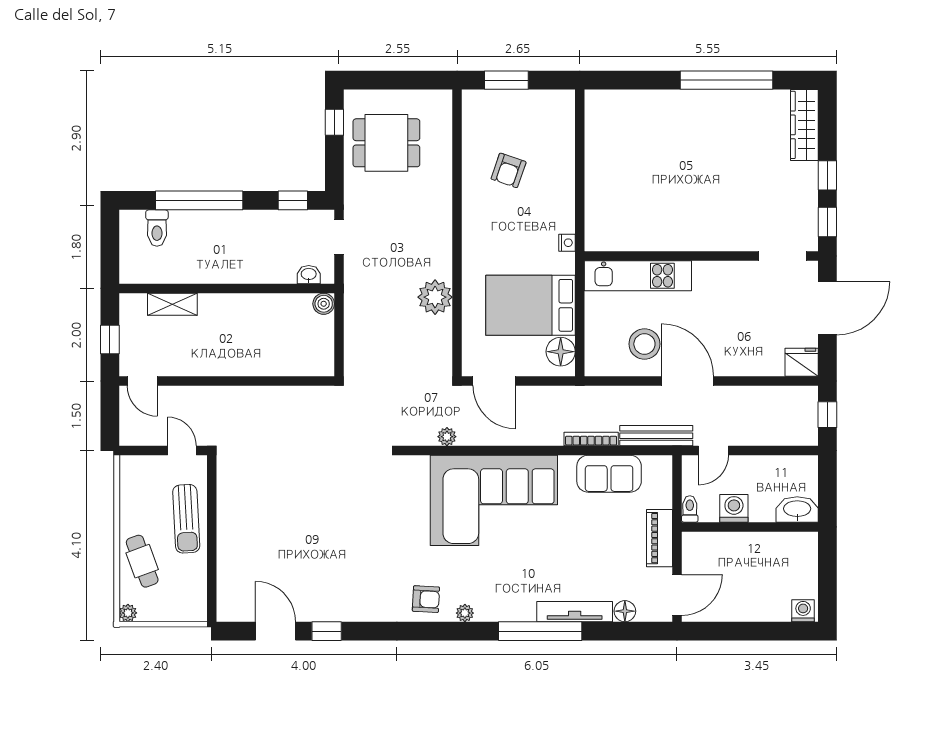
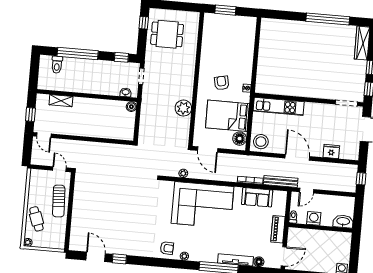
armchair: (509, 170) -> (222, 83), moved, turned 149
stool: (644, 344) -> (261, 142), moved
fridge: (802, 362) -> (331, 151), moved

